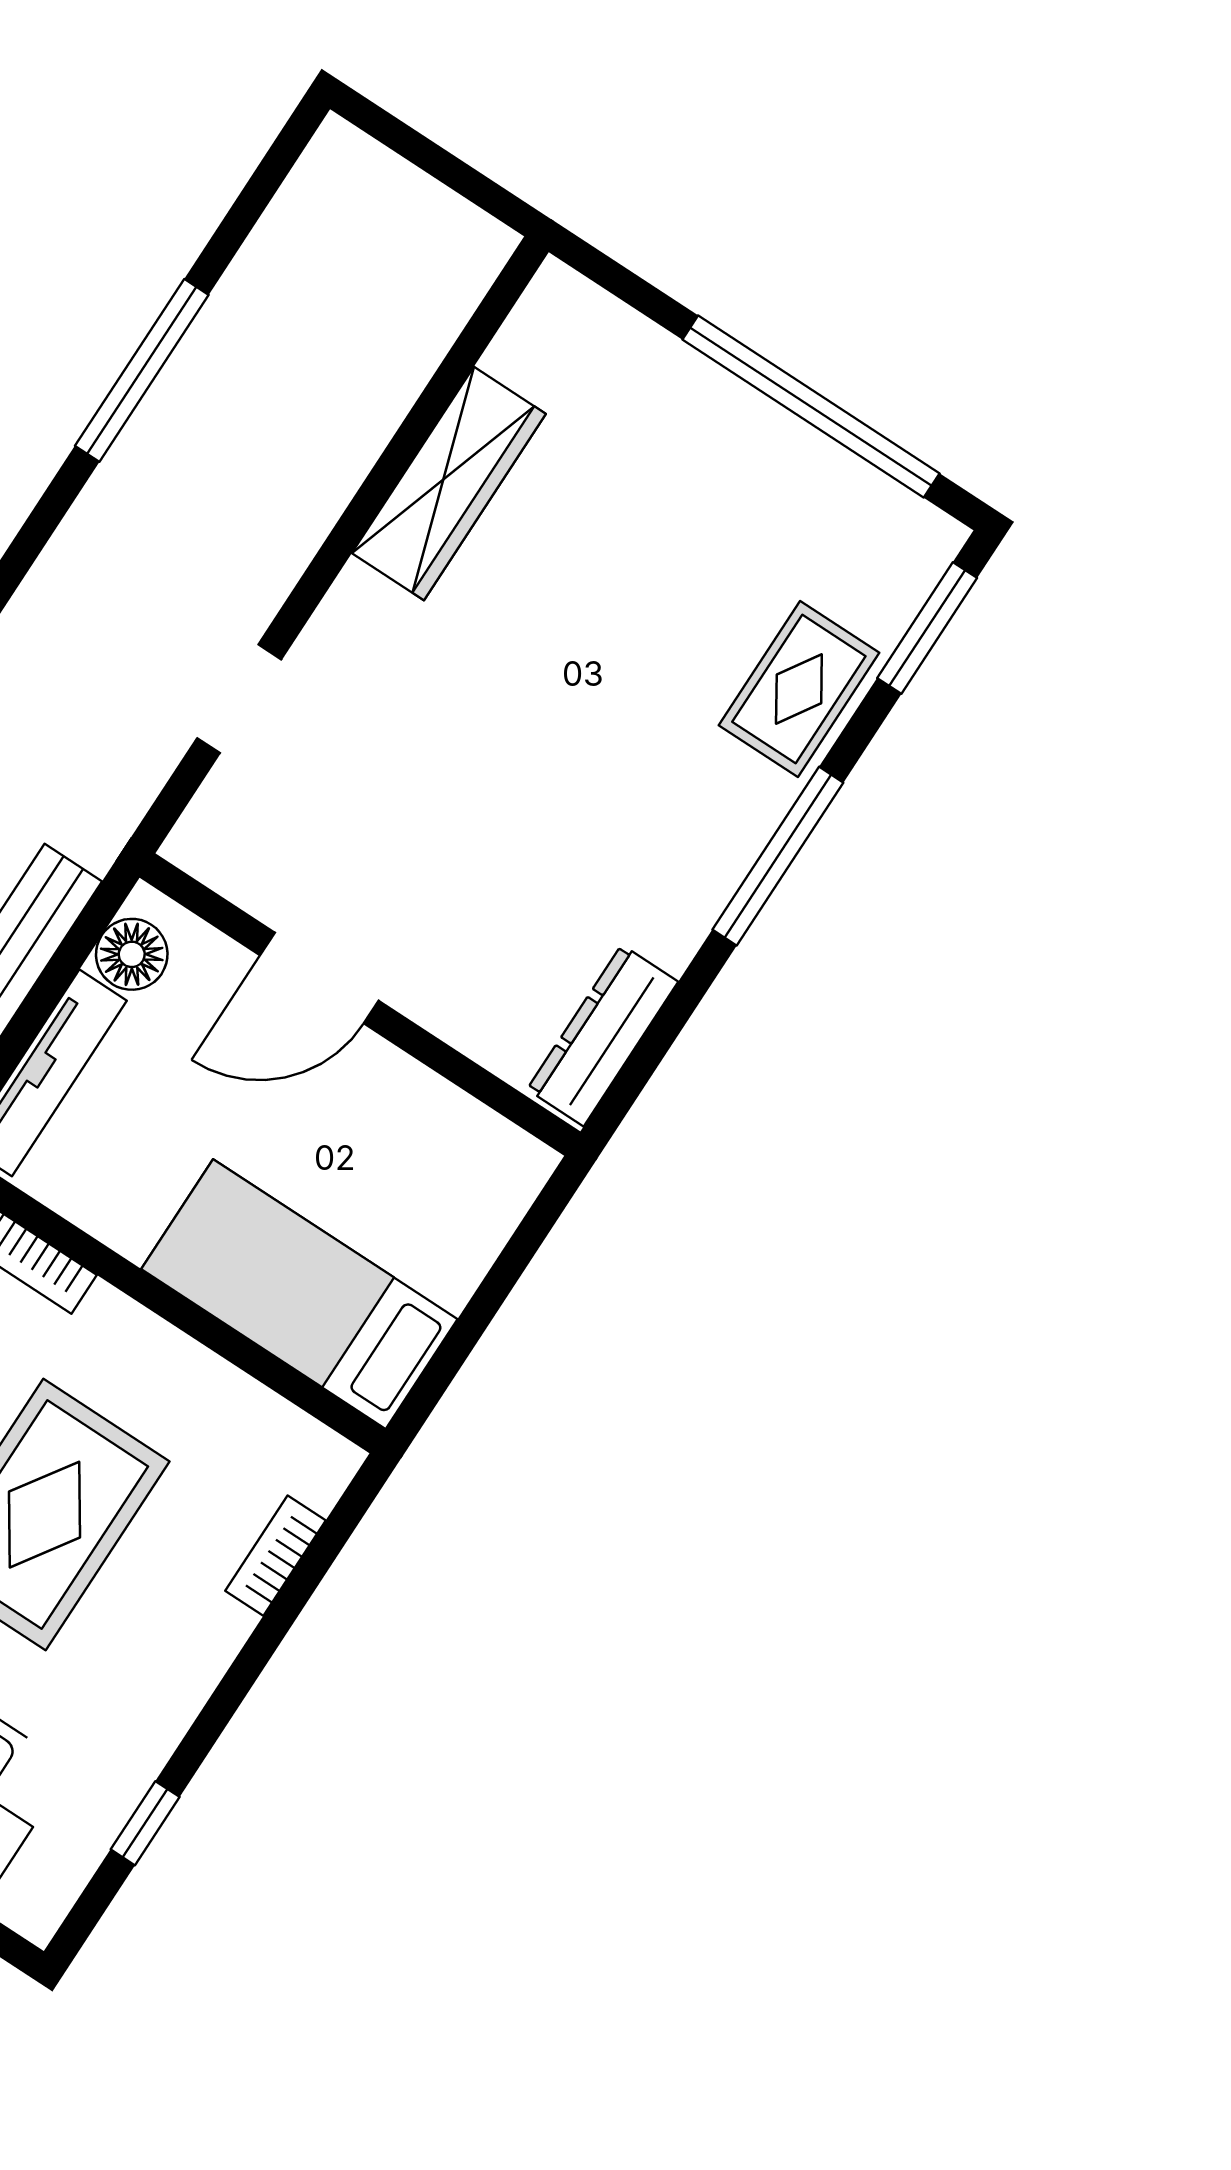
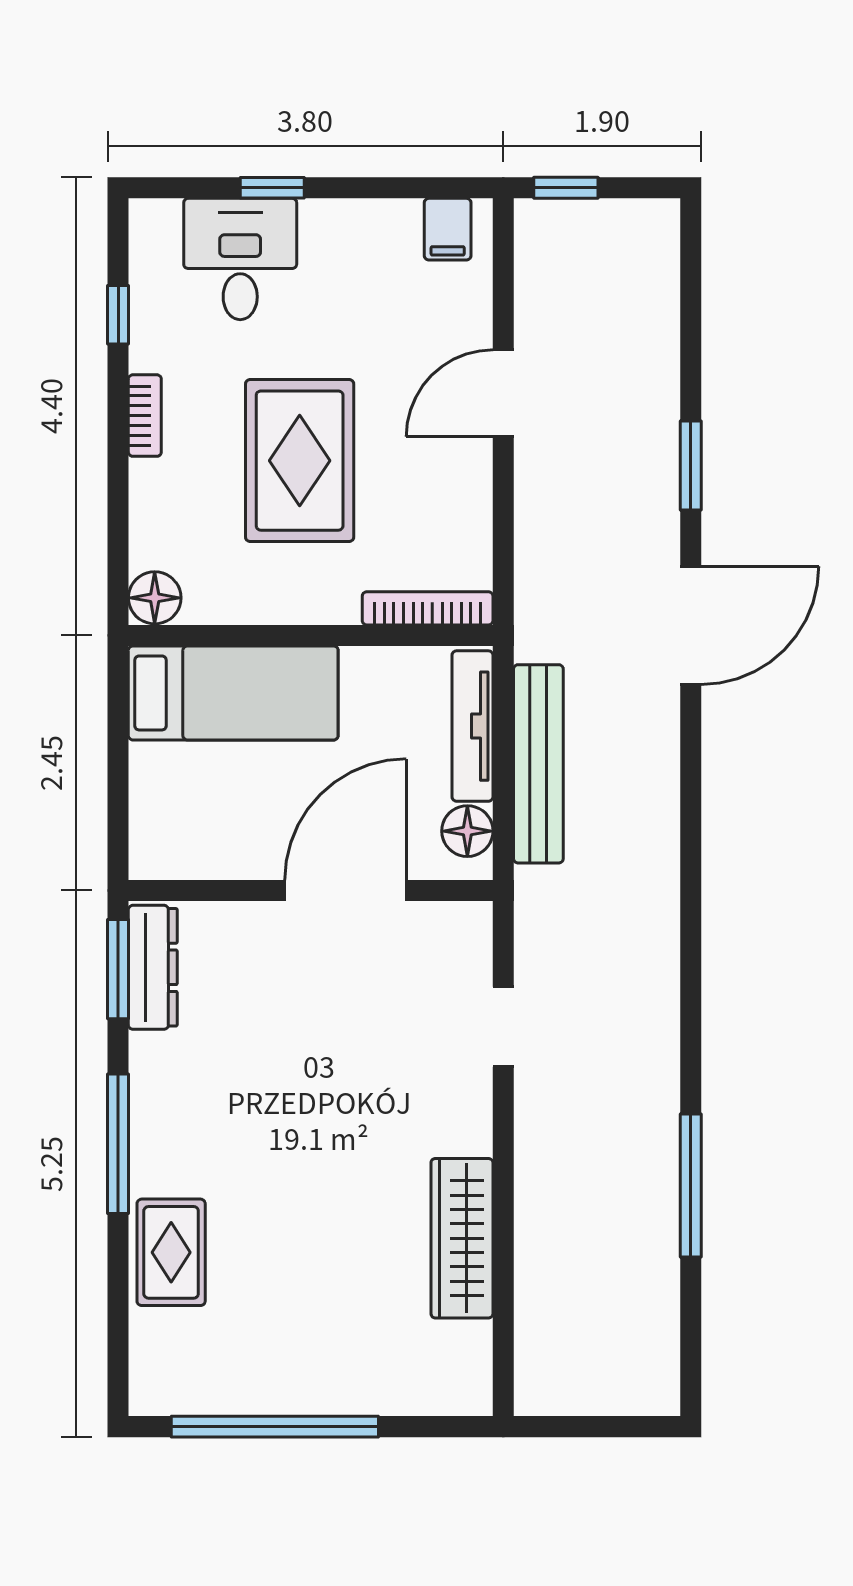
window: (927, 628) -> (118, 969), moved
door: (319, 978) -> (345, 890), width x1.36
floor lamp: (318, 1465) -> (155, 598), added
bookcase: (275, 1556) -> (145, 416), moved

